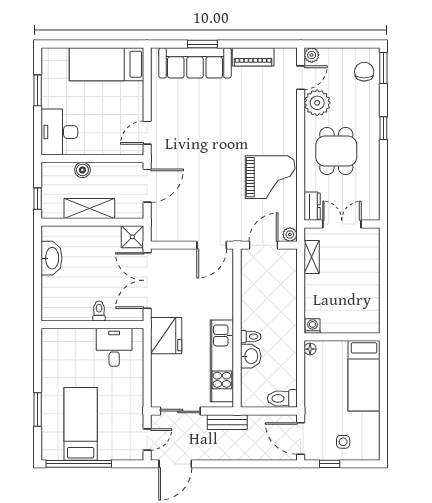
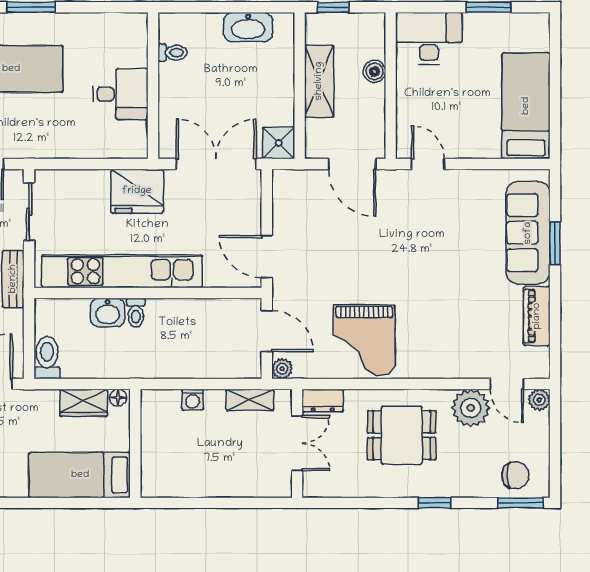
toilet: (99, 311) -> (172, 53), moved
washing machine: (313, 326) -> (192, 400), moved, turned 90
desk: (114, 347) -> (120, 94), moved
kitchen unit: (222, 361) -> (122, 271), width x1.36
wardrobe: (314, 373) -> (84, 403), added

